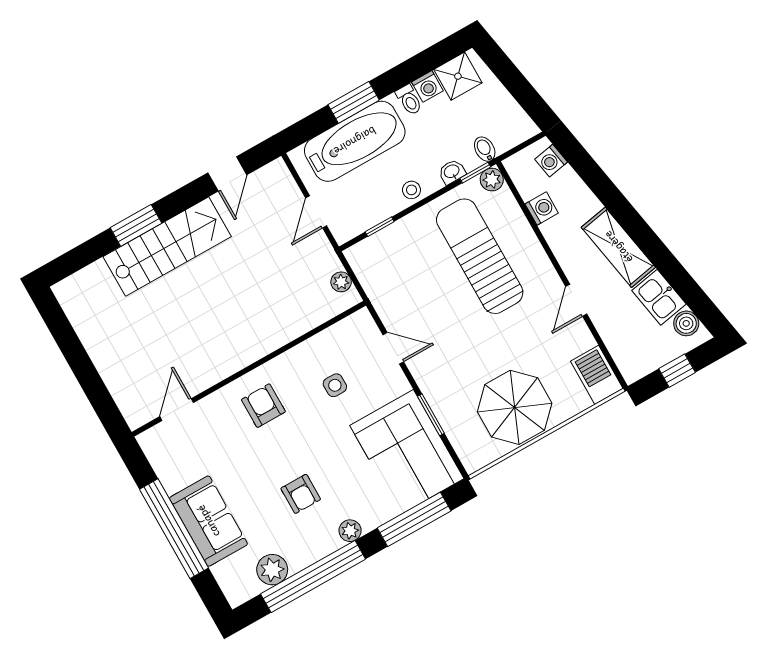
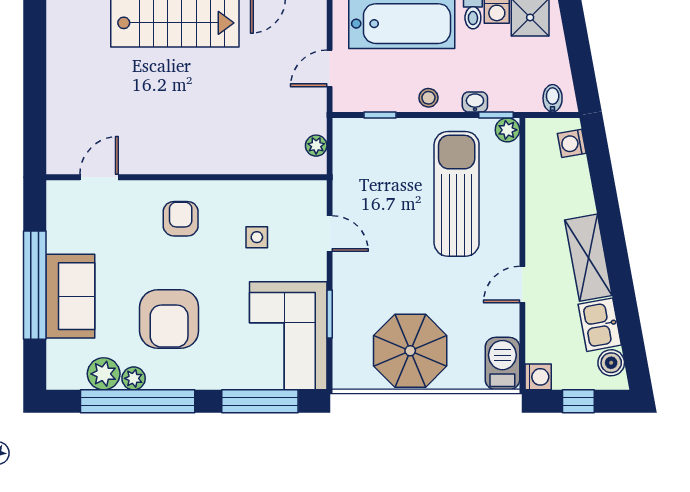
bidet: (485, 149) -> (553, 98), moved
washing machine: (542, 209) -> (538, 377), moved
armchair: (301, 494) -> (169, 319), width x1.88, depth x1.88
plant: (350, 531) -> (134, 378), moved

